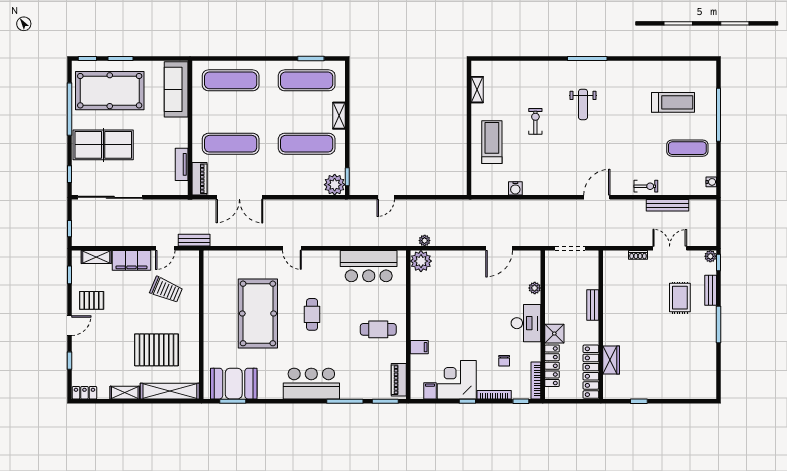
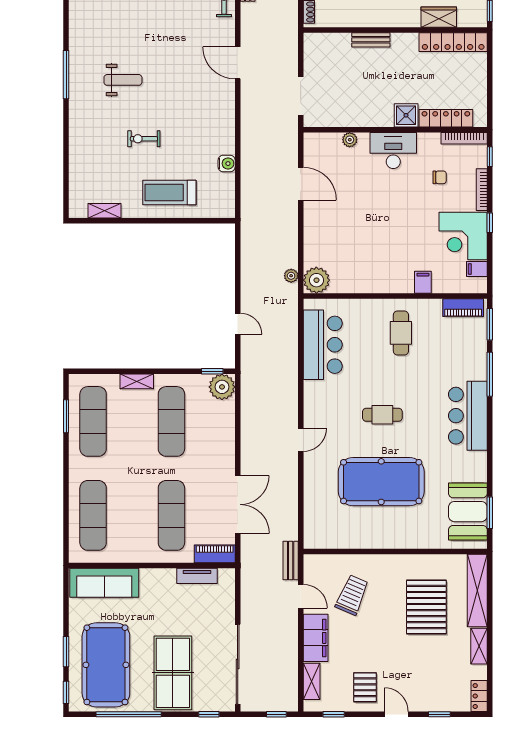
bench: (593, 305) -> (371, 40), moved
wall: (601, 325) -> (395, 30), moved
wardrobe: (611, 360) -> (439, 17), moved
locker: (591, 372) -> (453, 42), moved

